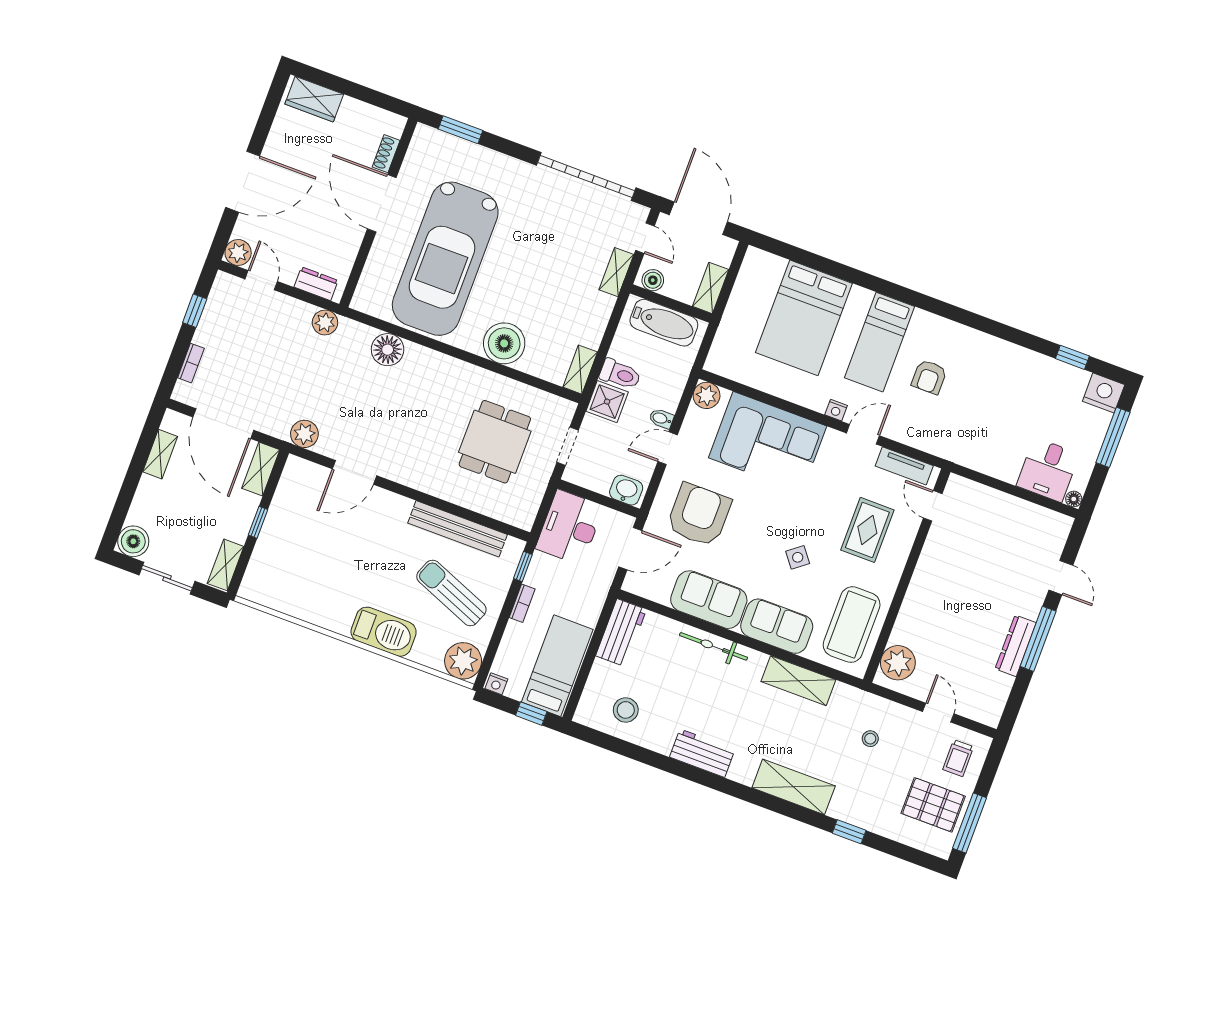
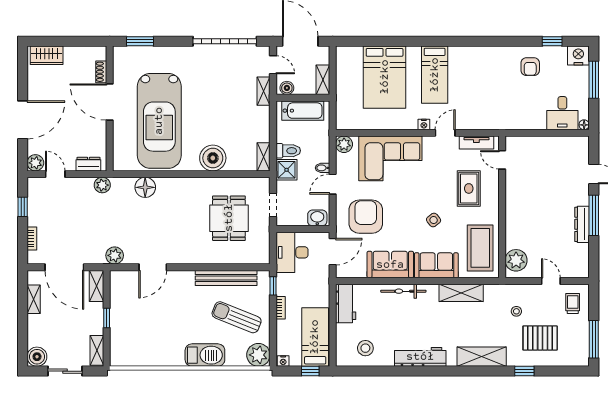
armchair: (929, 377) -> (530, 67), moved
workbench: (702, 753) -> (420, 357), width x1.38
trolley: (958, 758) -> (573, 303), turned 180
pallet: (933, 805) -> (540, 338), moved

